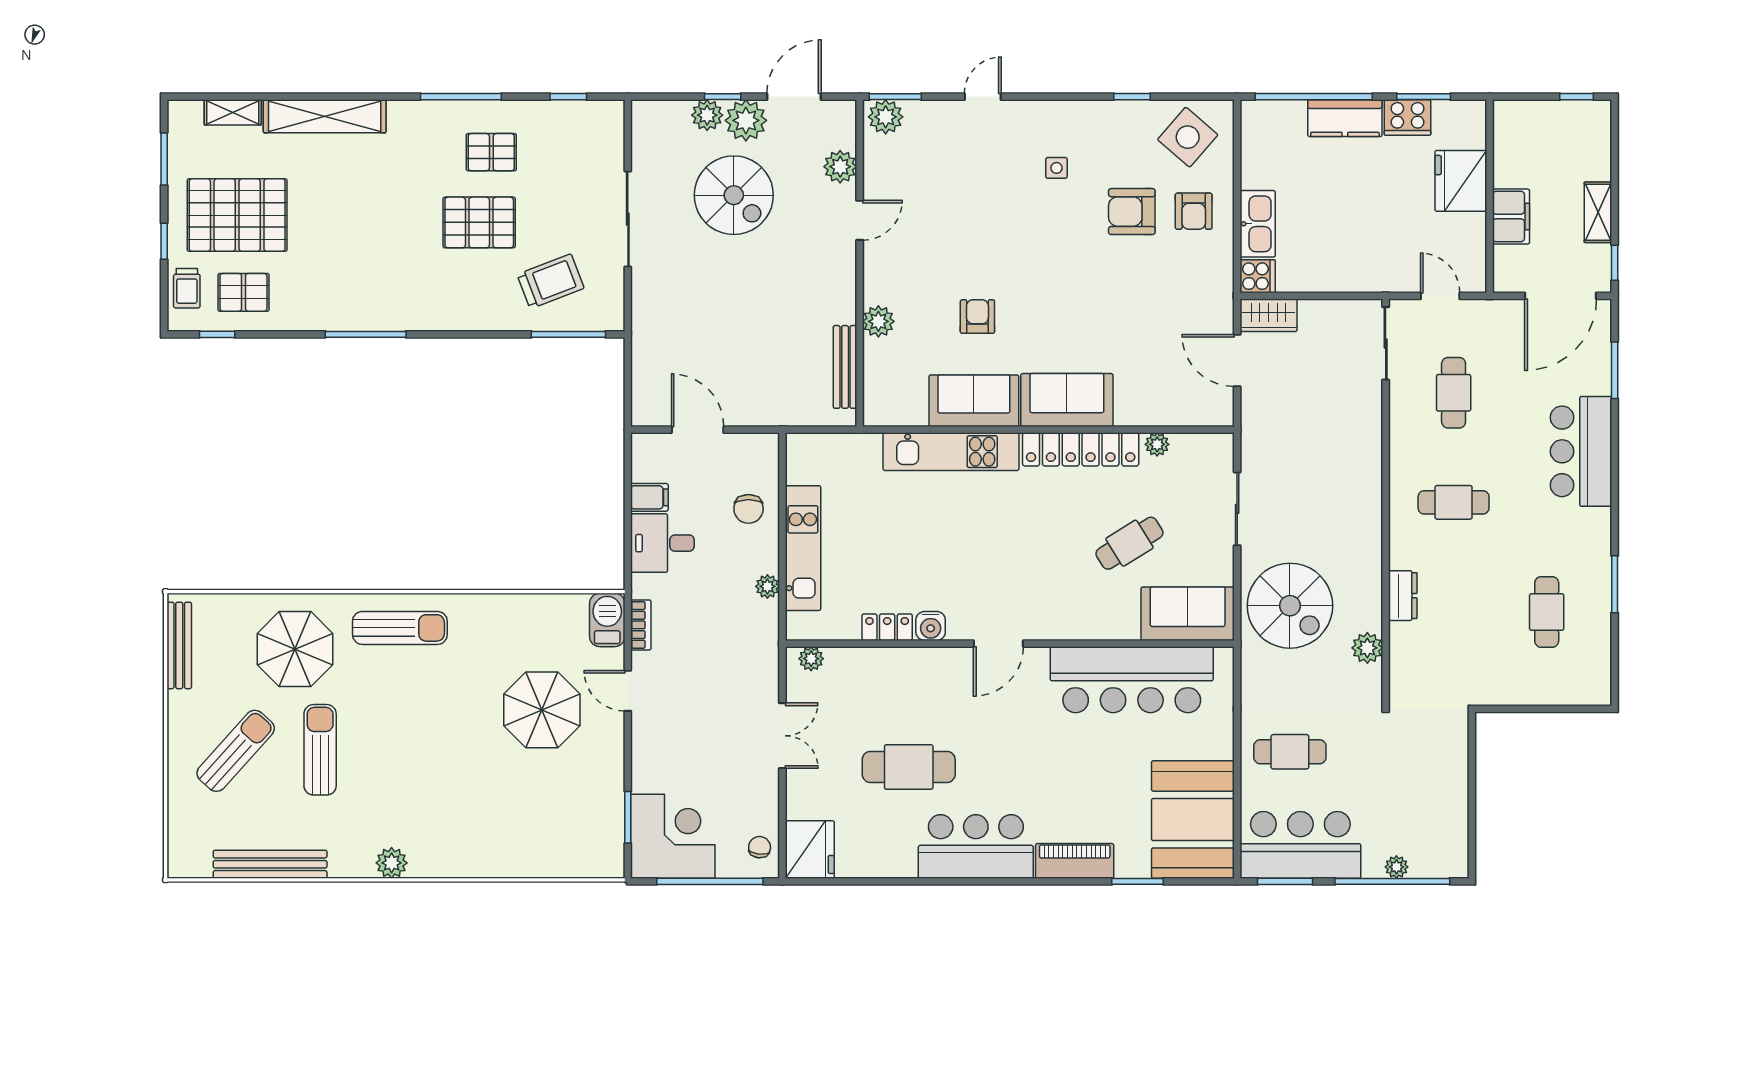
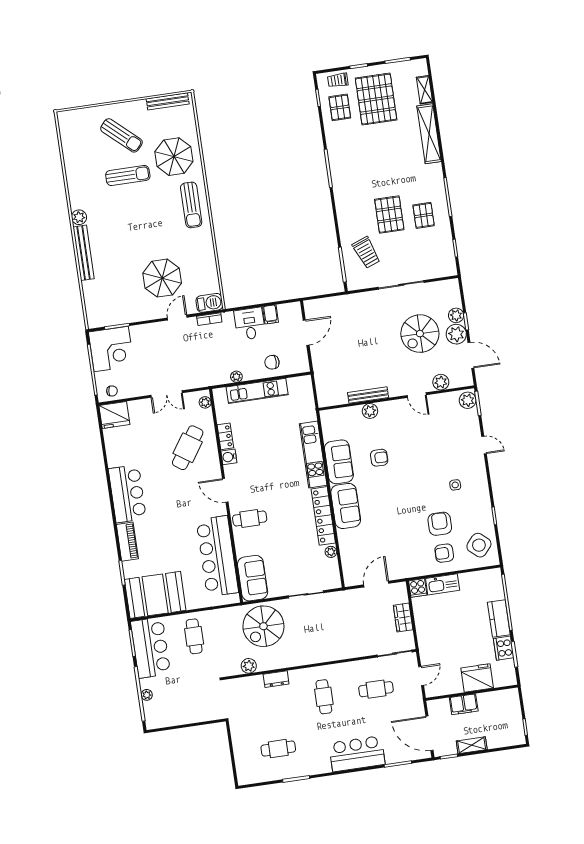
wardrobe: (1268, 315) -> (403, 618), moved
bench: (845, 367) -> (368, 395), moved
cafe table: (1129, 543) -> (250, 518), moved, turned -58
cafe table: (909, 767) -> (188, 448), moved, turned 34
bench: (270, 864) -> (84, 253), moved

